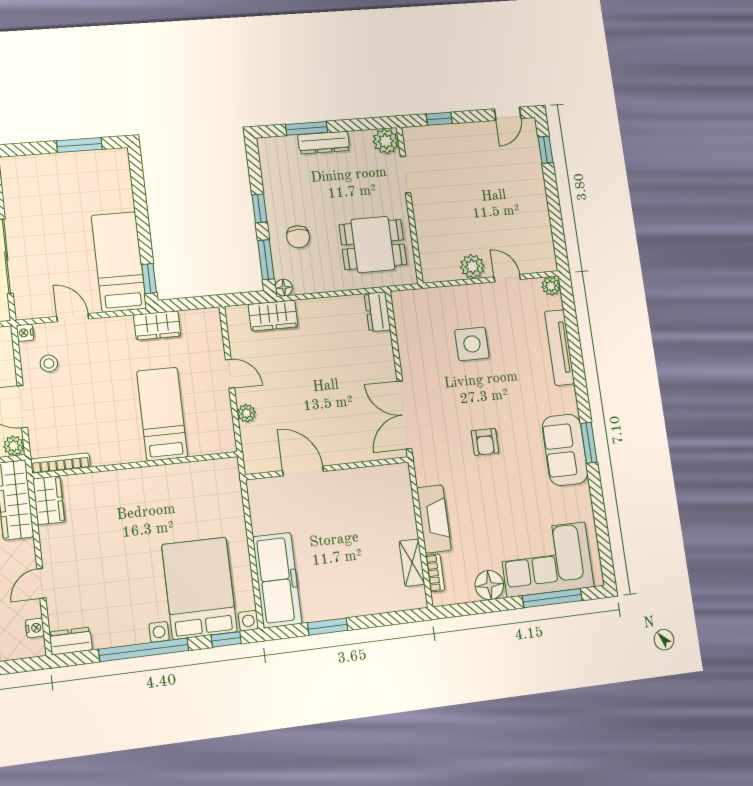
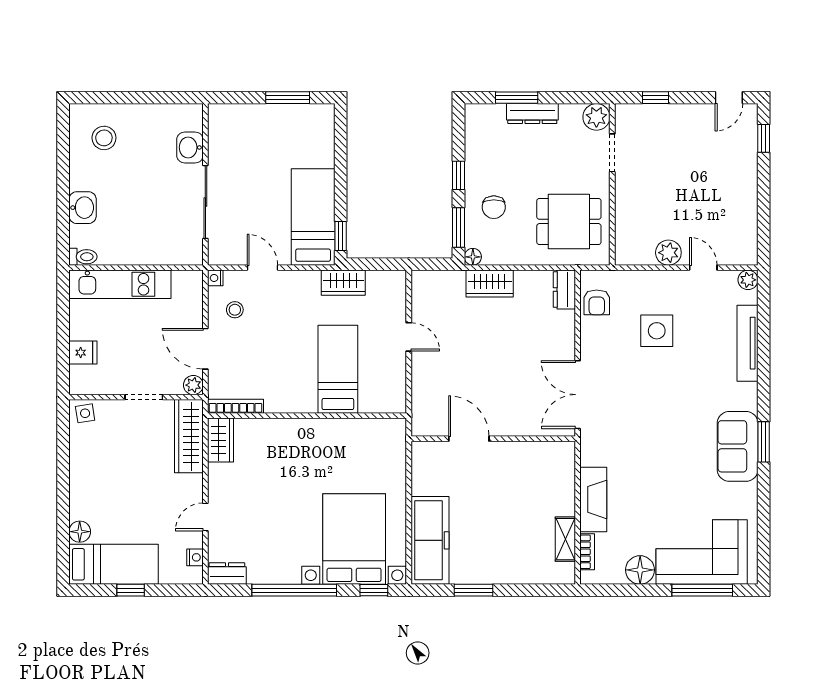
wardrobe: (273, 316) -> (490, 284), moved
plant: (246, 413) -> (420, 377), removed
armchair: (485, 442) -> (597, 302), moved

